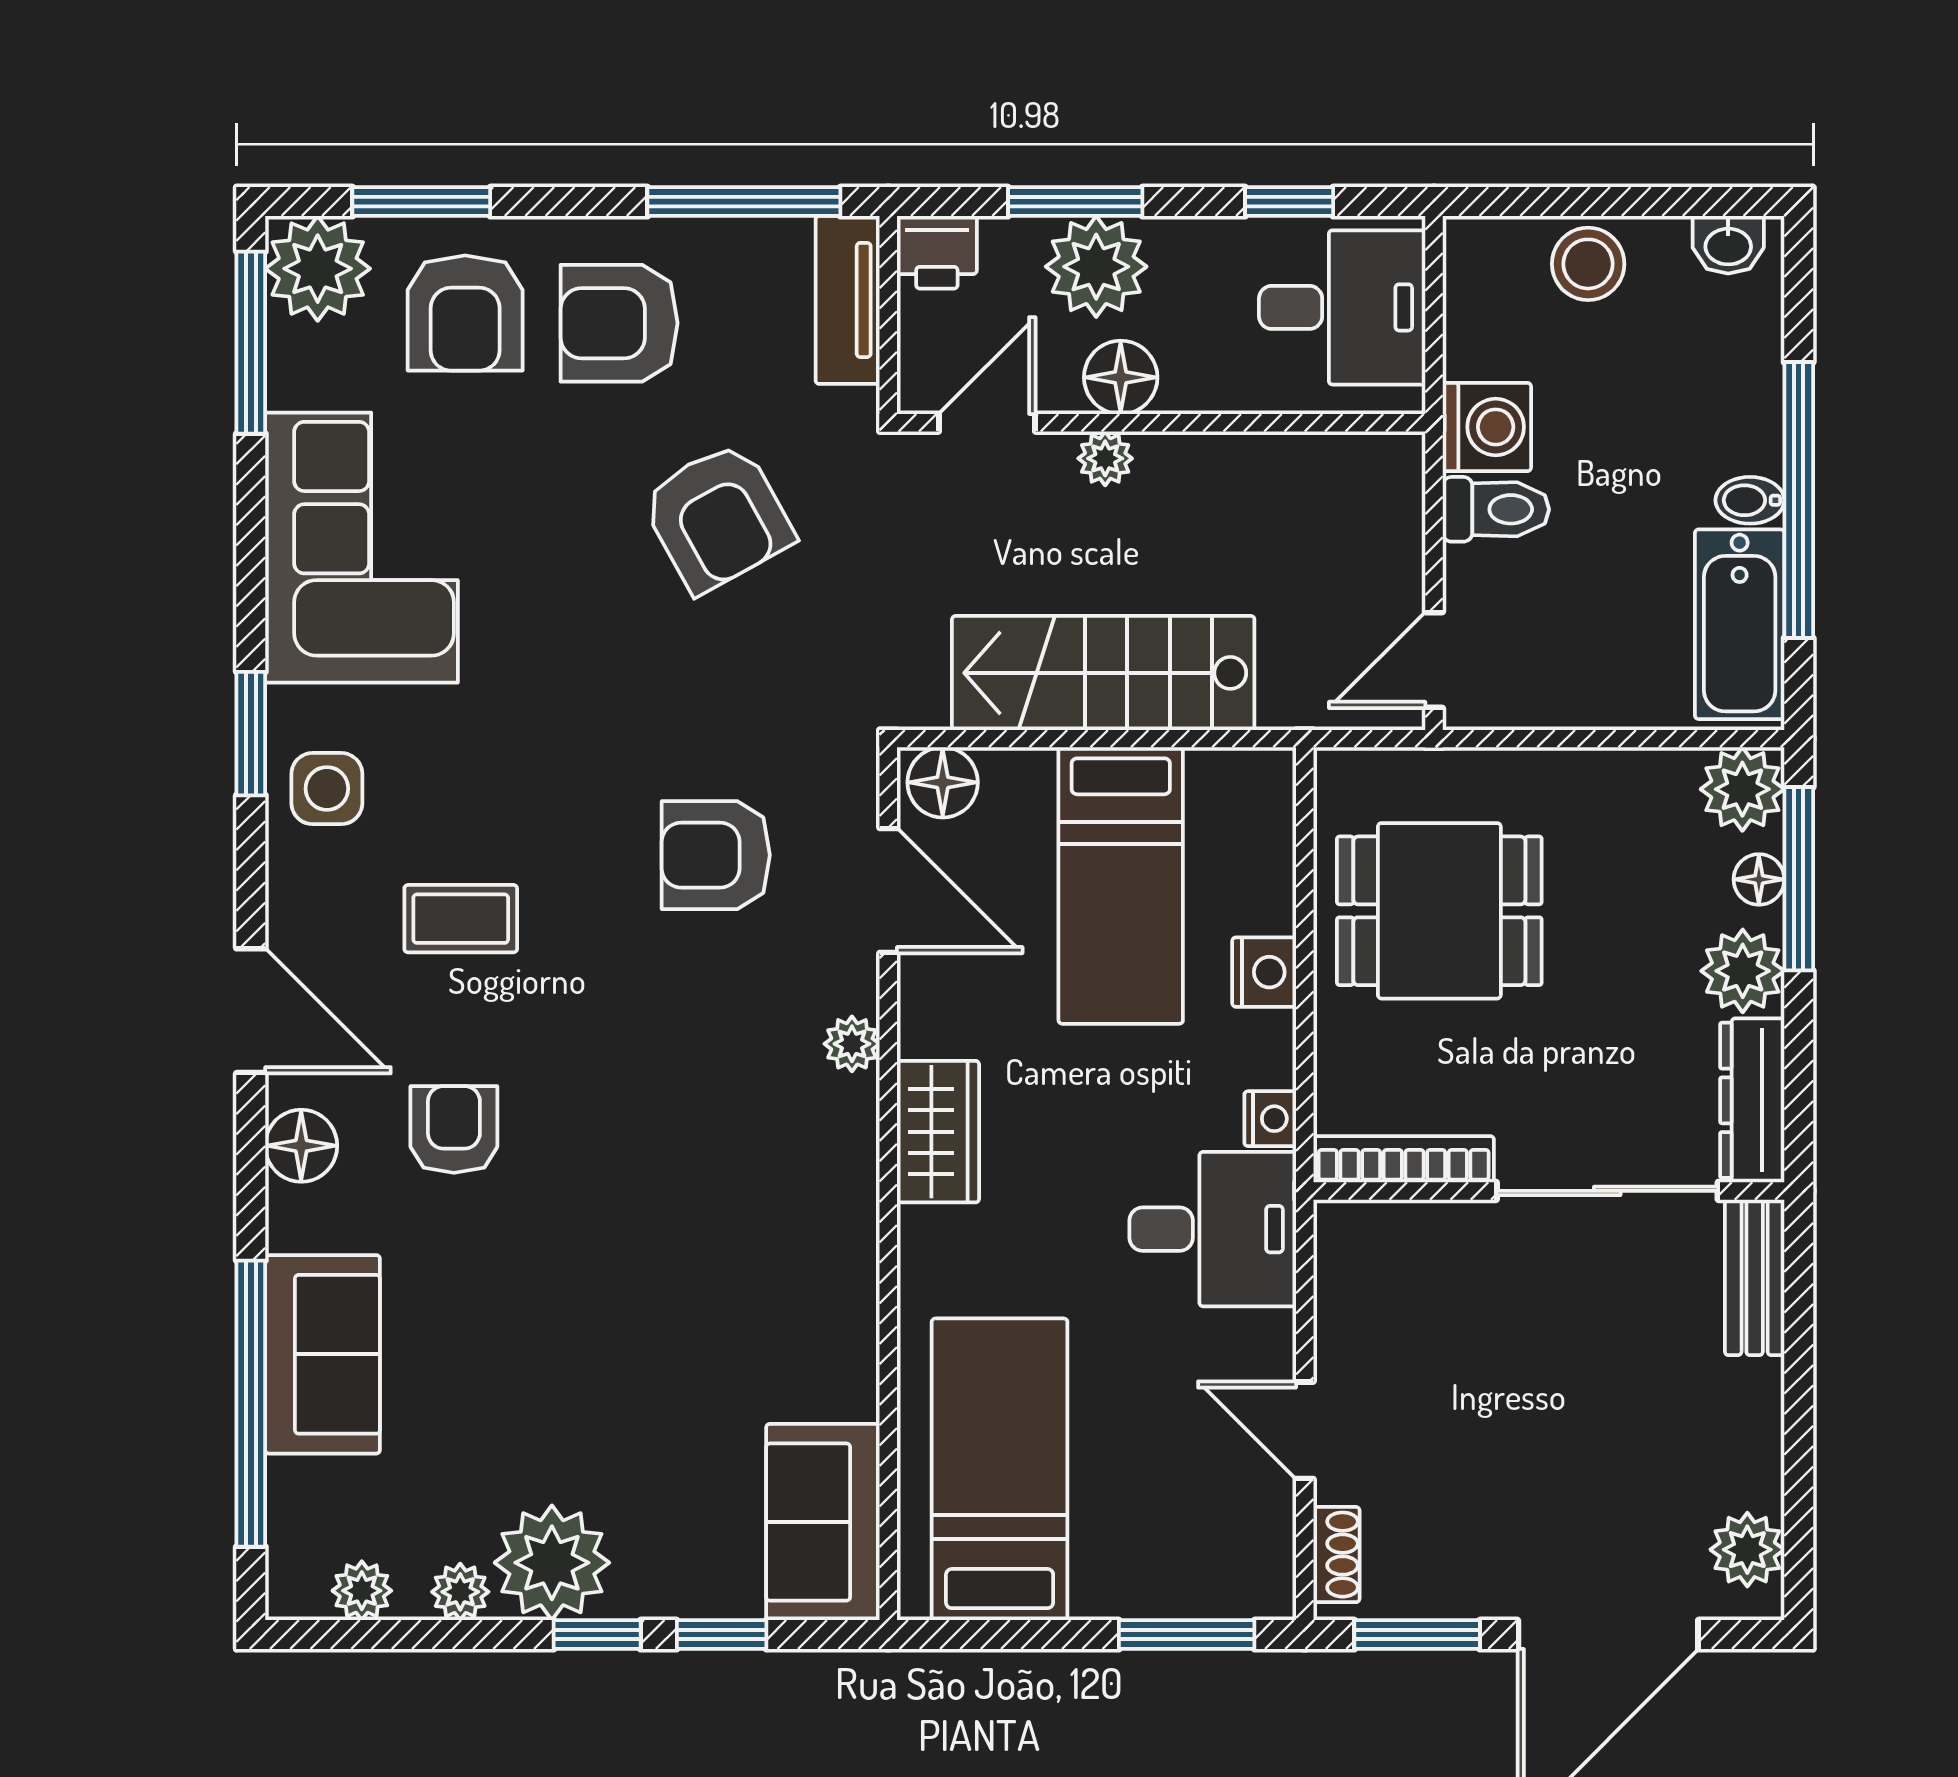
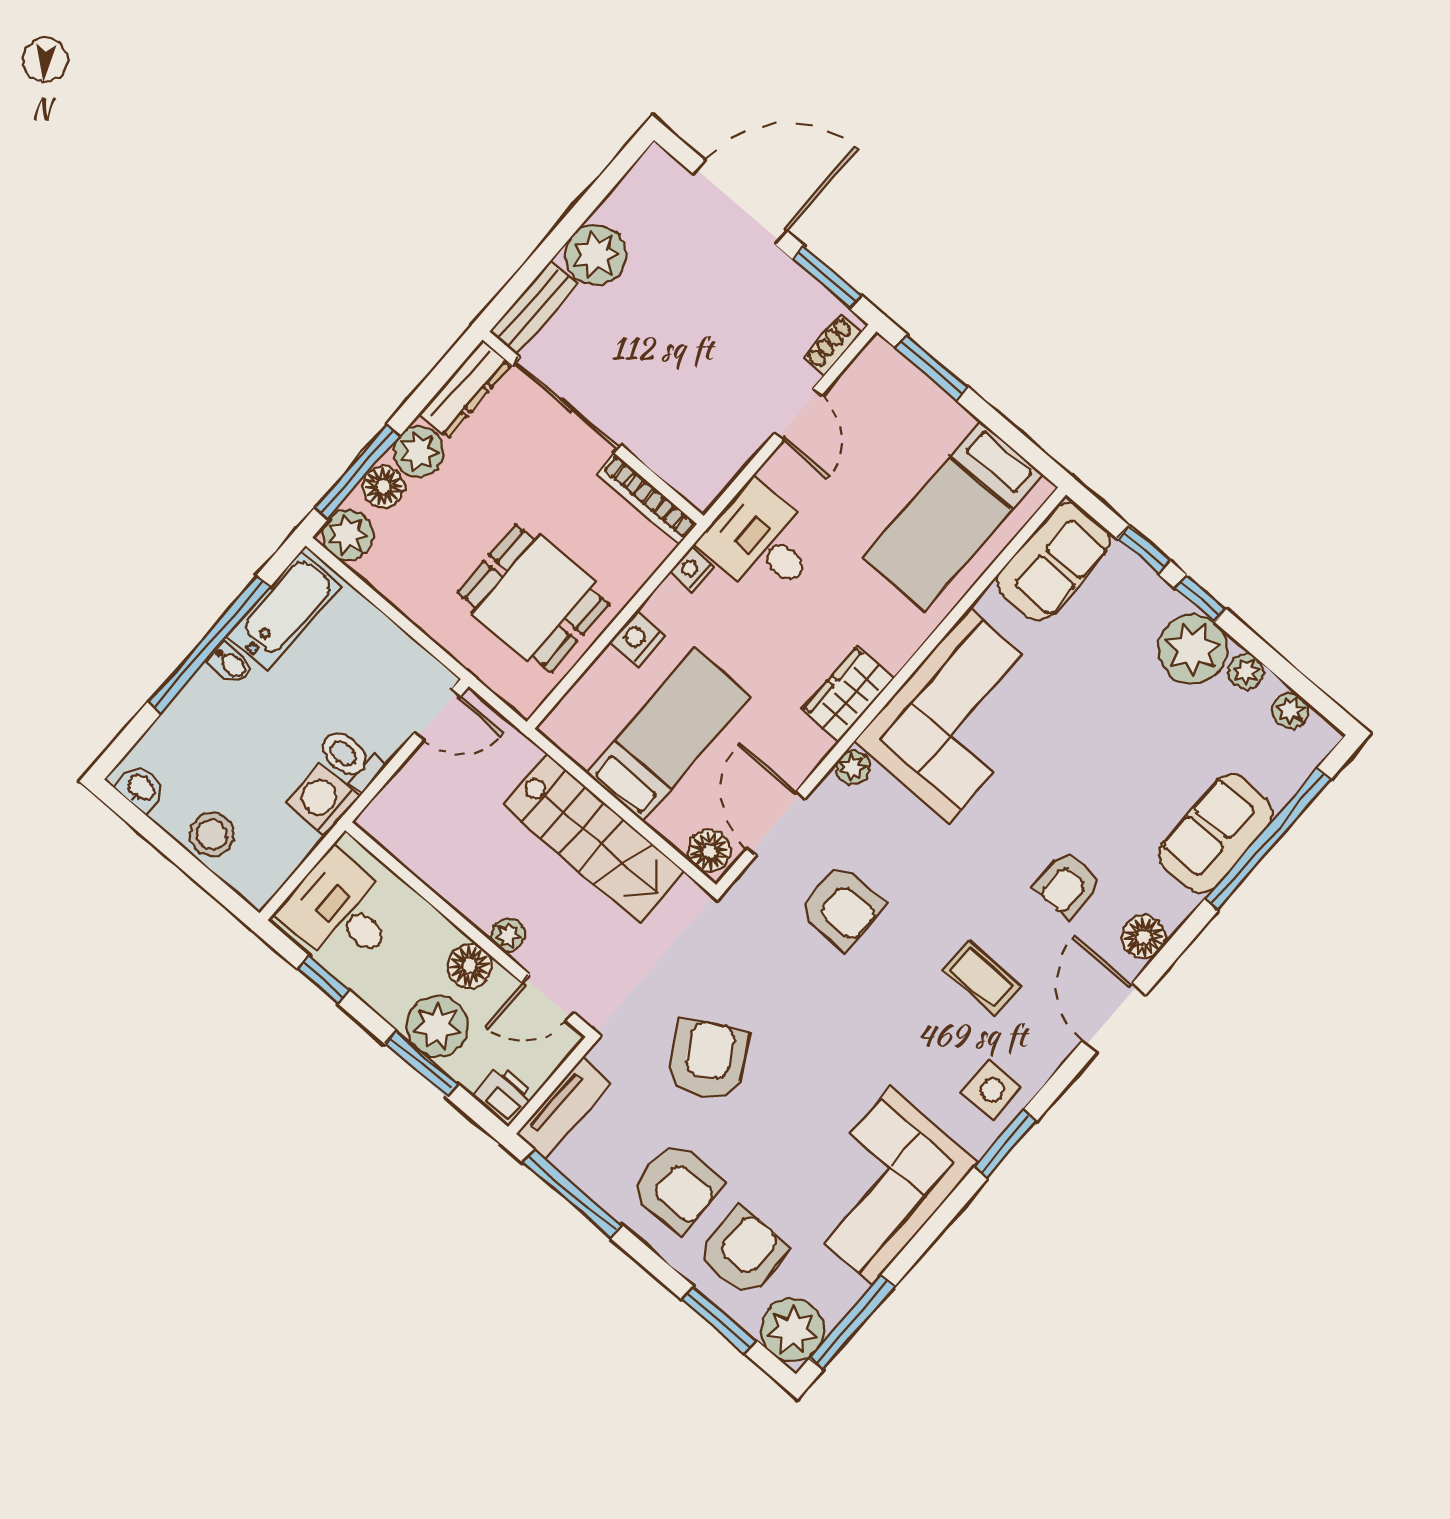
floor lamp: (1759, 879) -> (383, 487), width x1.37, depth x1.37
corner sofa: (775, 1225) -> (959, 716), added
plant: (1747, 1550) -> (595, 255), moved, width x1.36, depth x1.36

